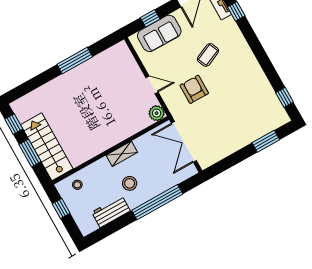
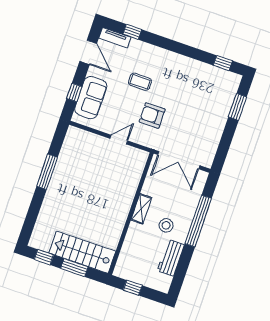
coffee table: (208, 55) -> (140, 82), turned -66
plant: (157, 113) -> (140, 157), removed
stool: (77, 185) -> (129, 260), removed

